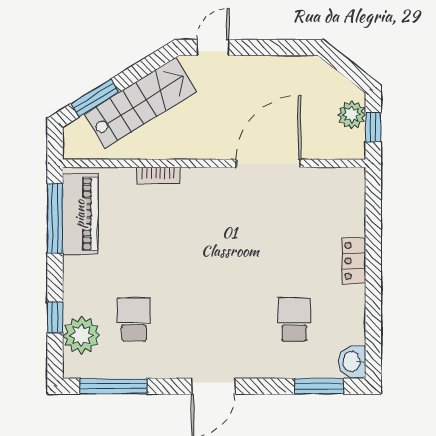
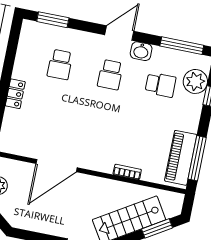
school desk: (134, 320) -> (161, 85), turned -90
school desk: (214, 320) -> (110, 75), added
washbasin: (352, 362) -> (141, 51), moved, turned 90

